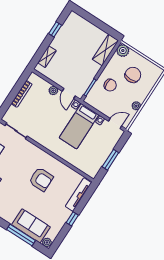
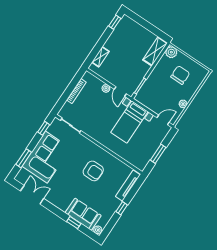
window: (55, 29) -> (115, 22), moved
chair: (110, 85) -> (159, 84), removed
window: (21, 235) -> (74, 223), width x0.46

